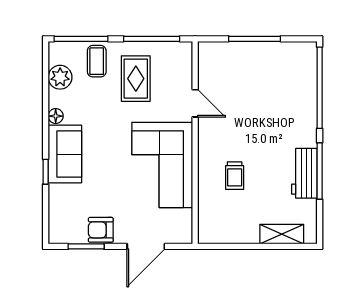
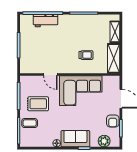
plant: (60, 77) -> (104, 141), moved
door: (195, 103) -> (50, 75), swing flipped
workbench: (304, 173) -> (46, 21), moved
shelving: (228, 232) -> (114, 58), added

